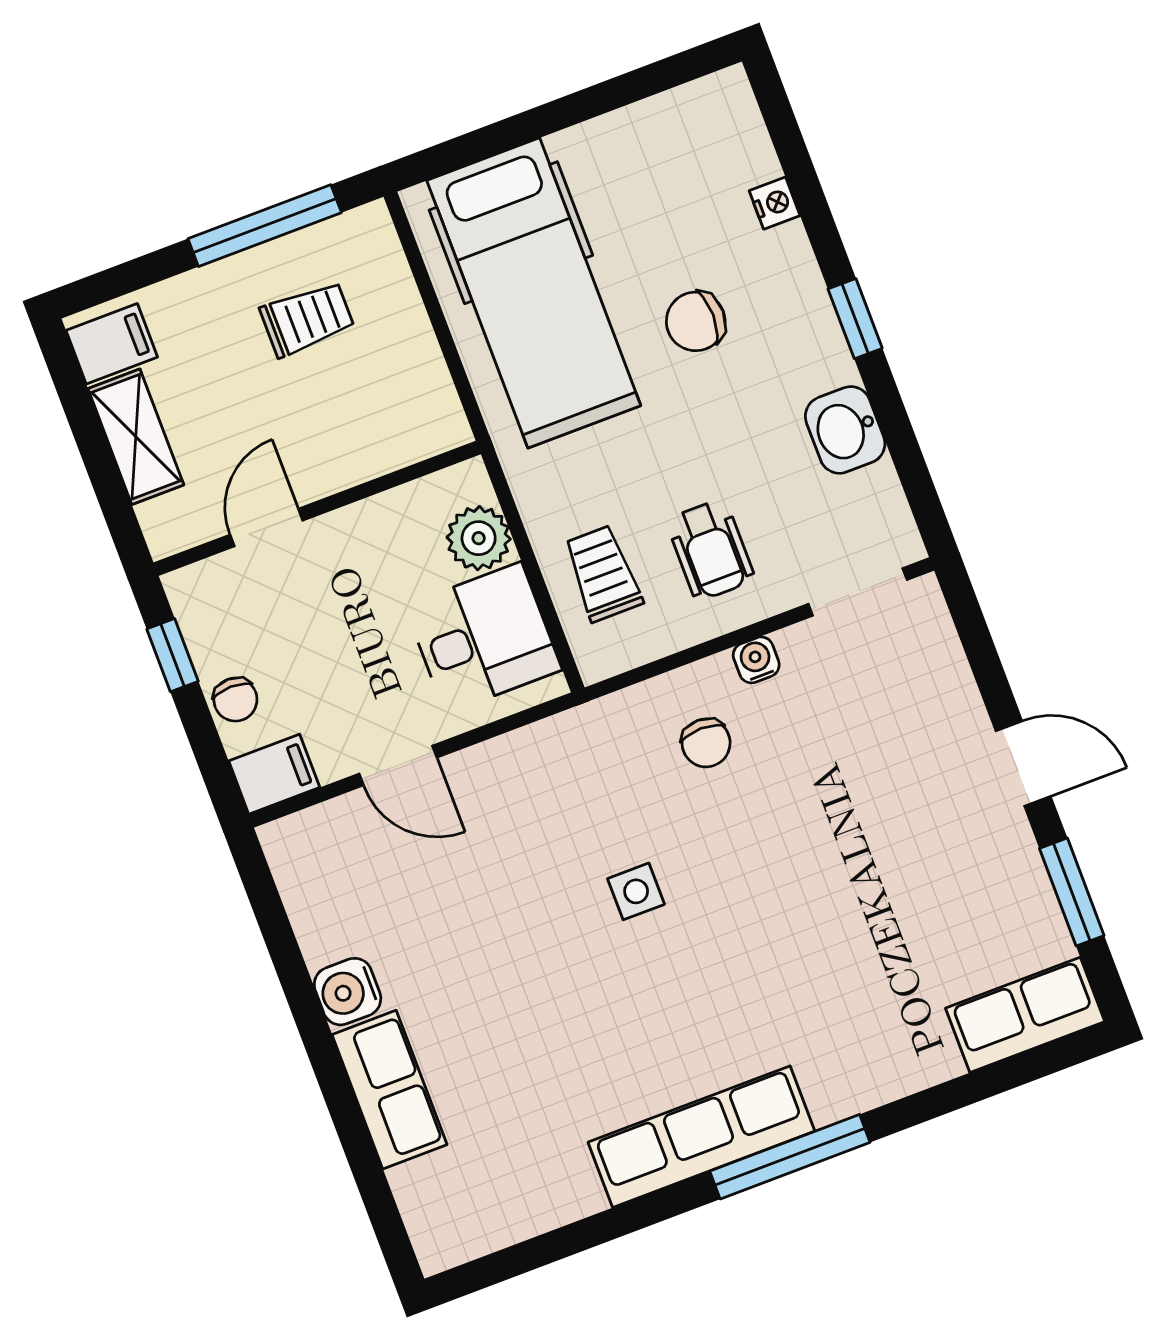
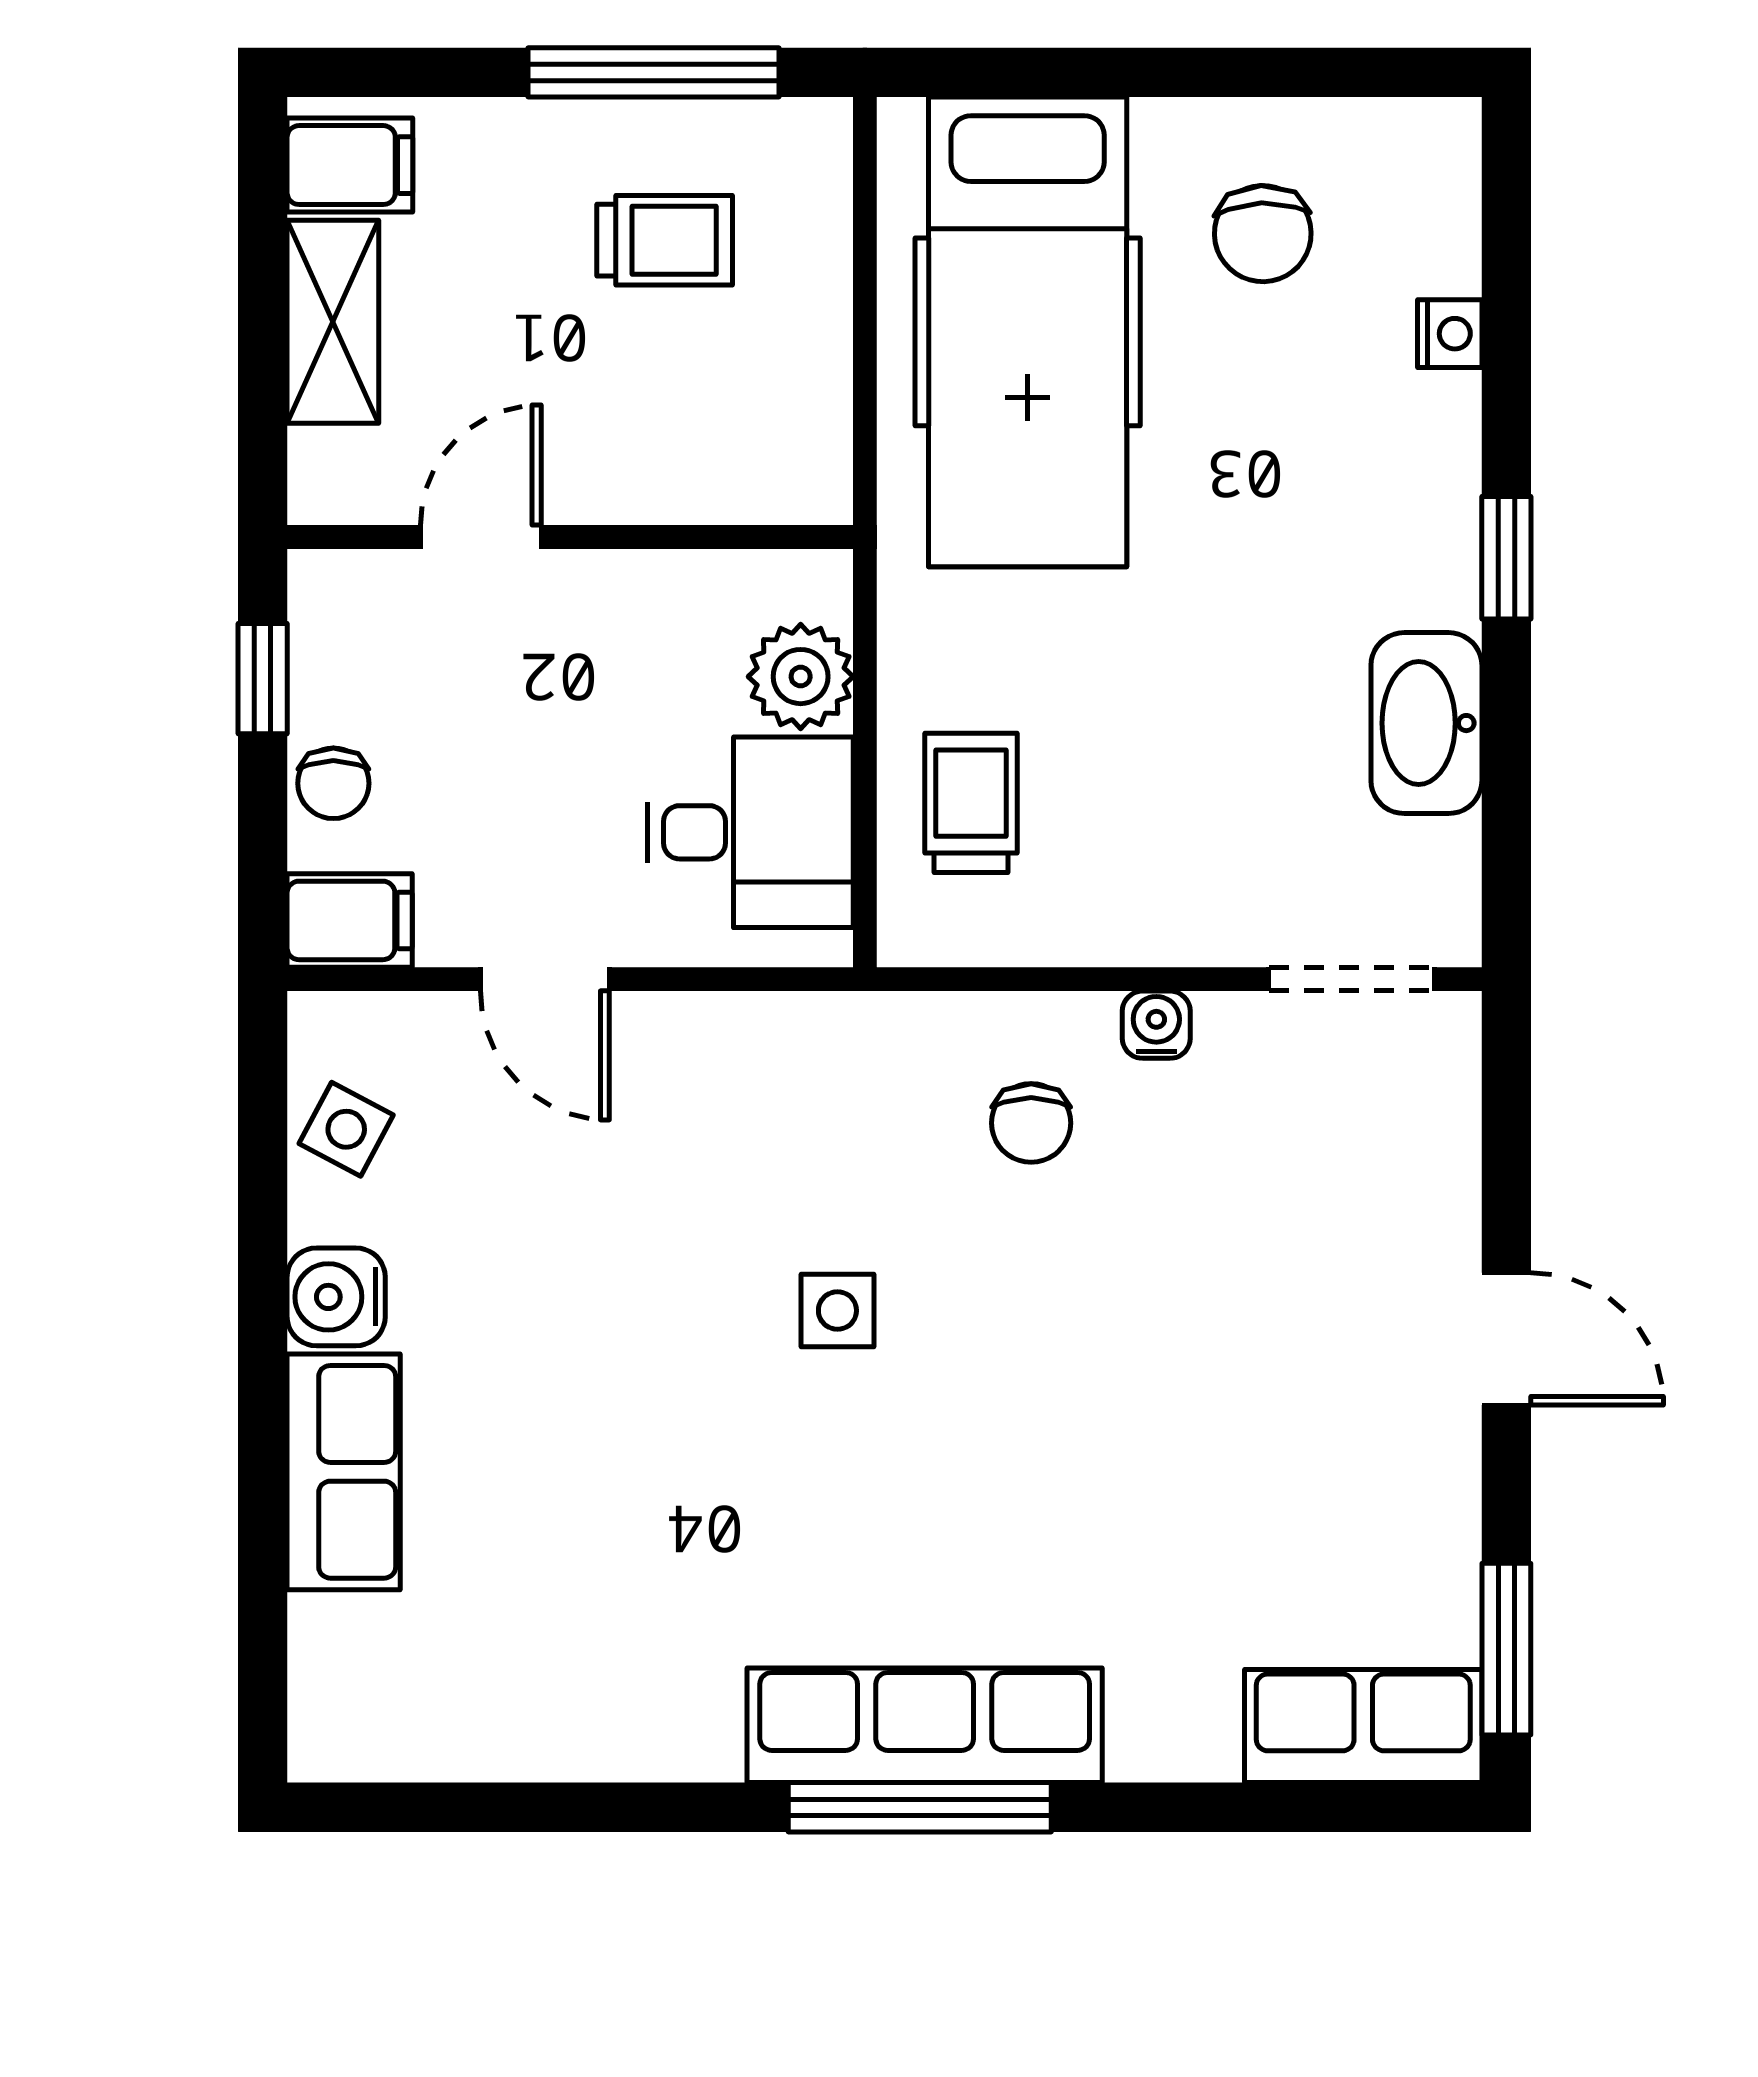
chair: (696, 321) -> (1263, 234), moved, turned -92
washbasin: (845, 430) -> (1426, 723), width x1.38
wheelchair: (710, 550) -> (1150, 829), removed
window: (1072, 892) -> (1506, 1649), moved
side table: (317, 894) -> (346, 1129), added
row of seats: (701, 1137) -> (925, 1725), moved

